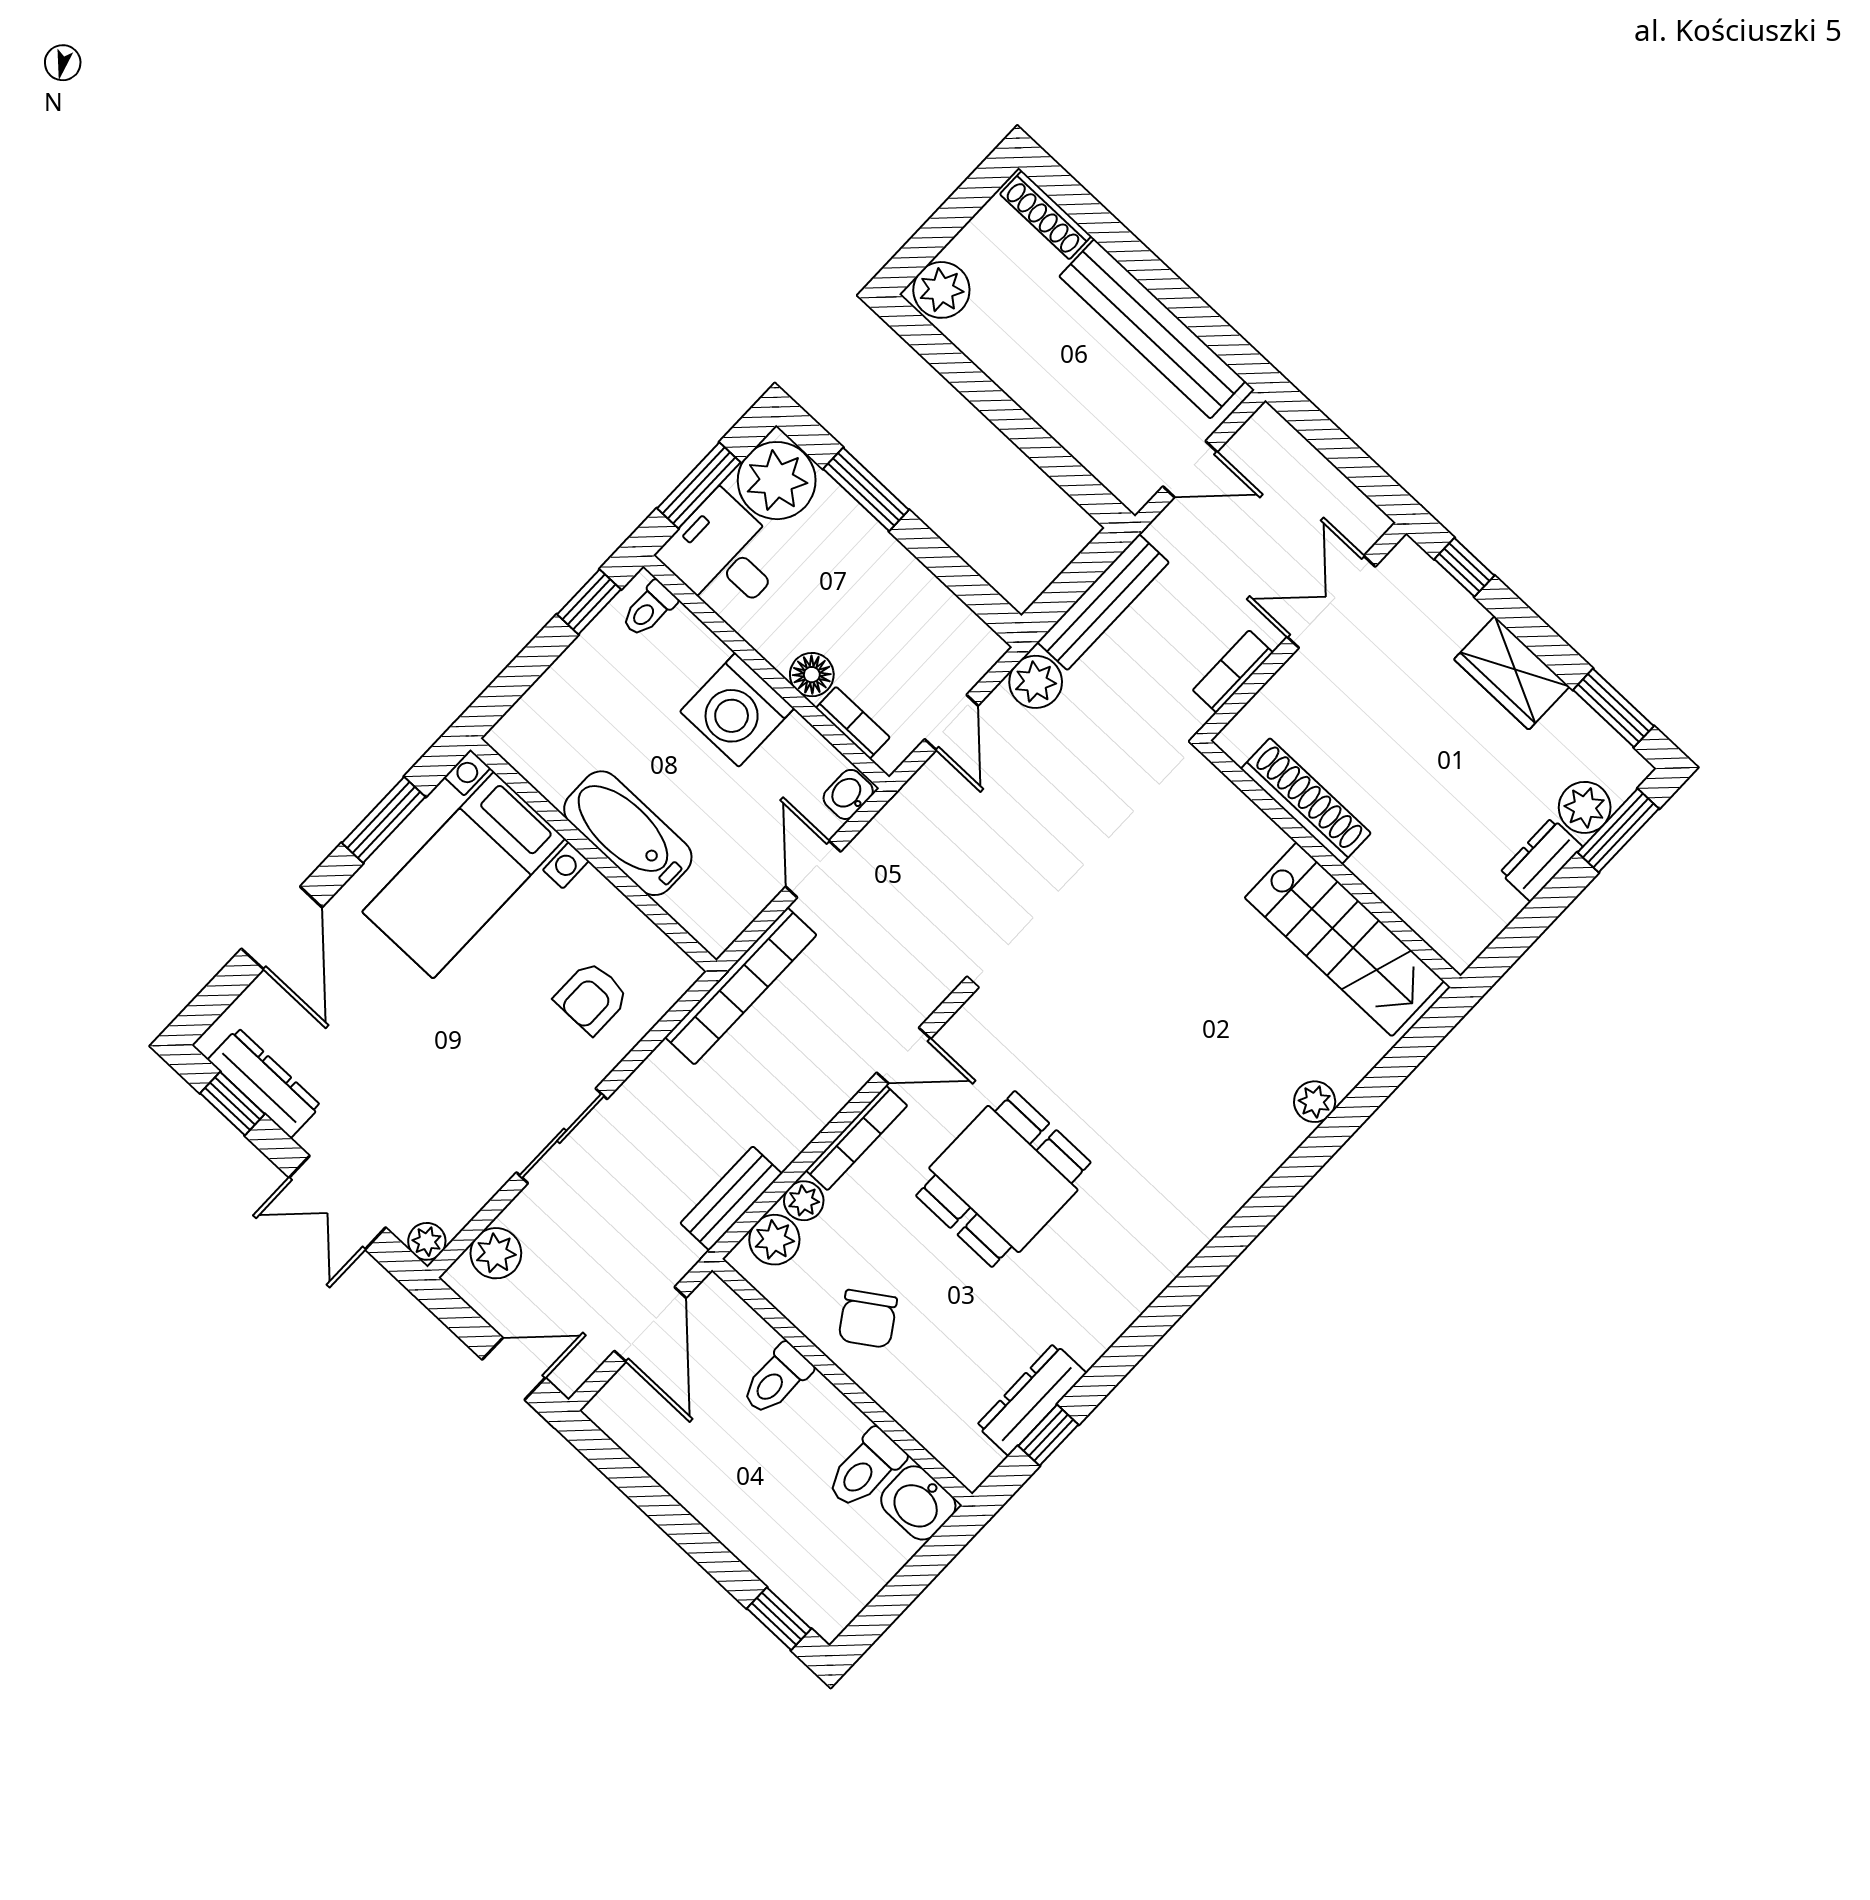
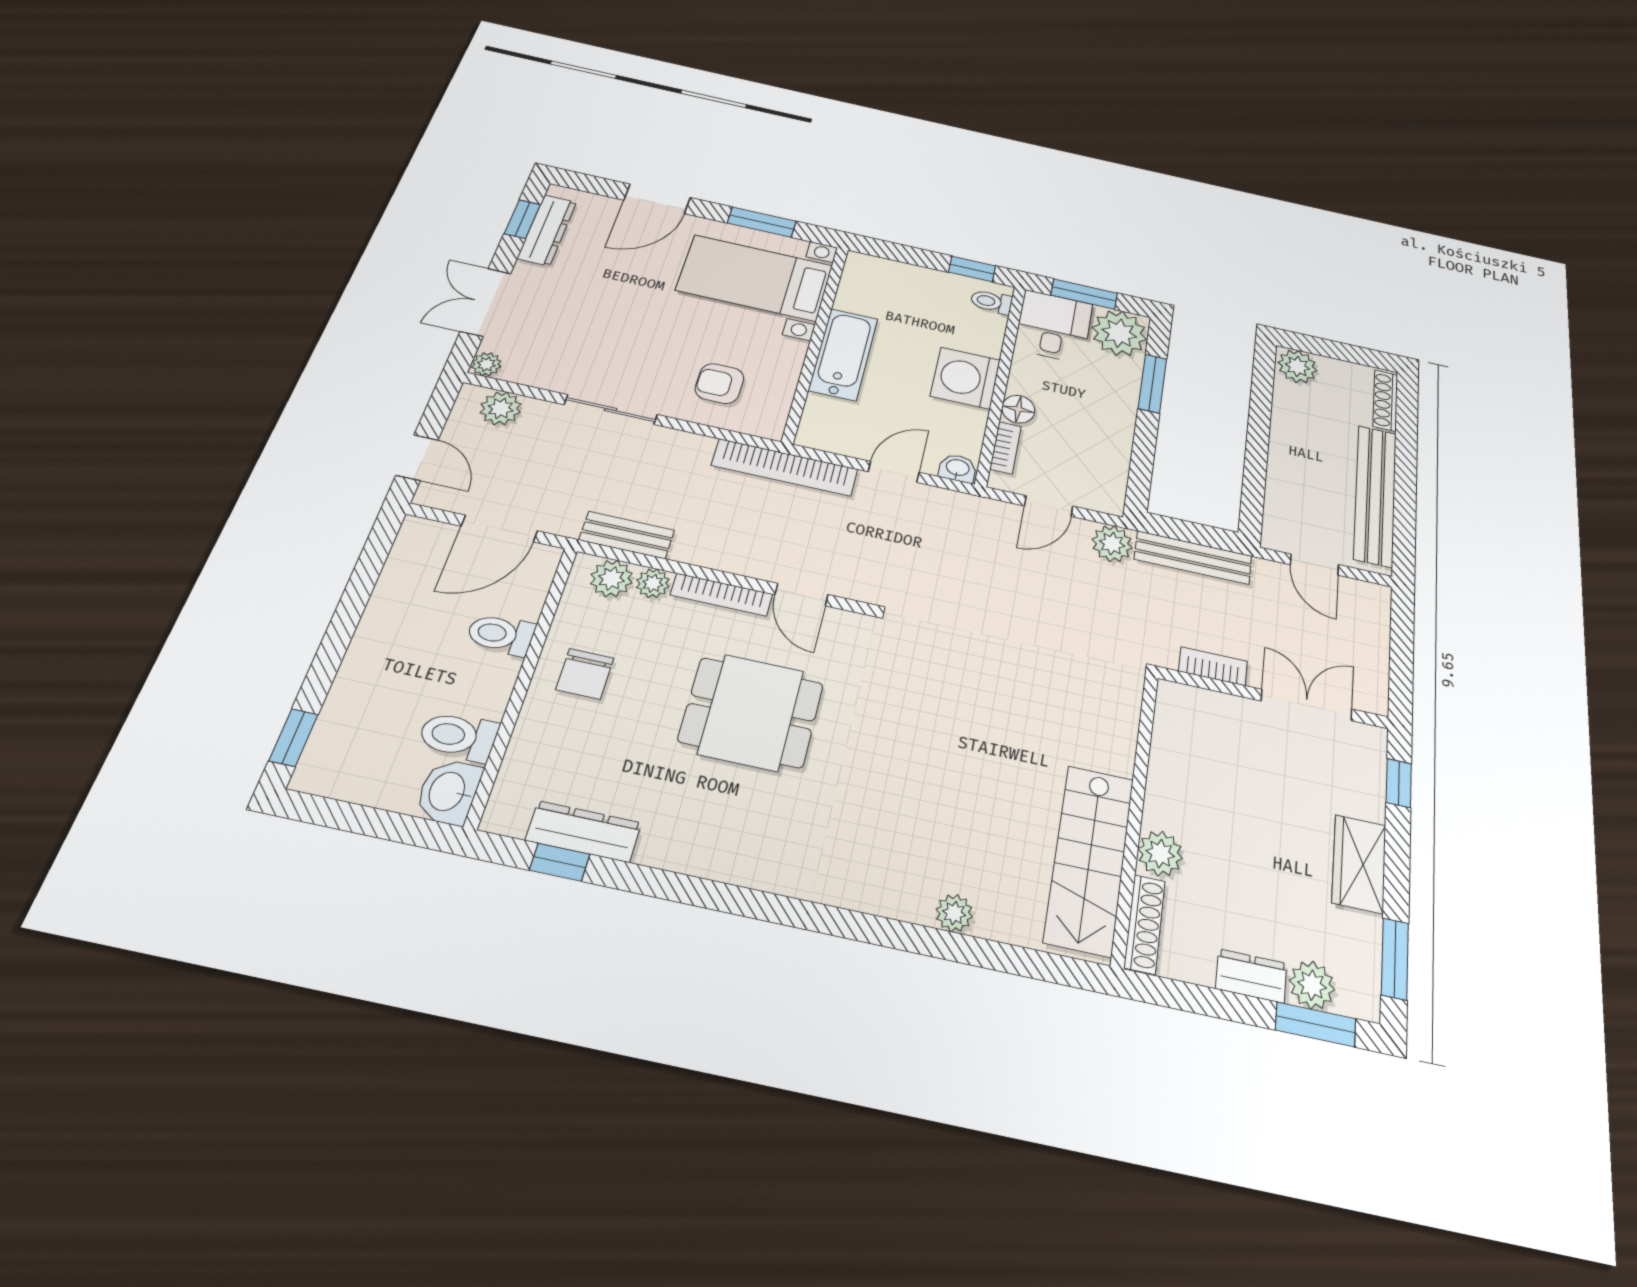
shoe rack: (1306, 801) -> (1145, 924), moved, width x0.74, depth x0.81
plant: (1381, 866) -> (1160, 854), added
chair: (868, 1319) -> (585, 674), turned -56

